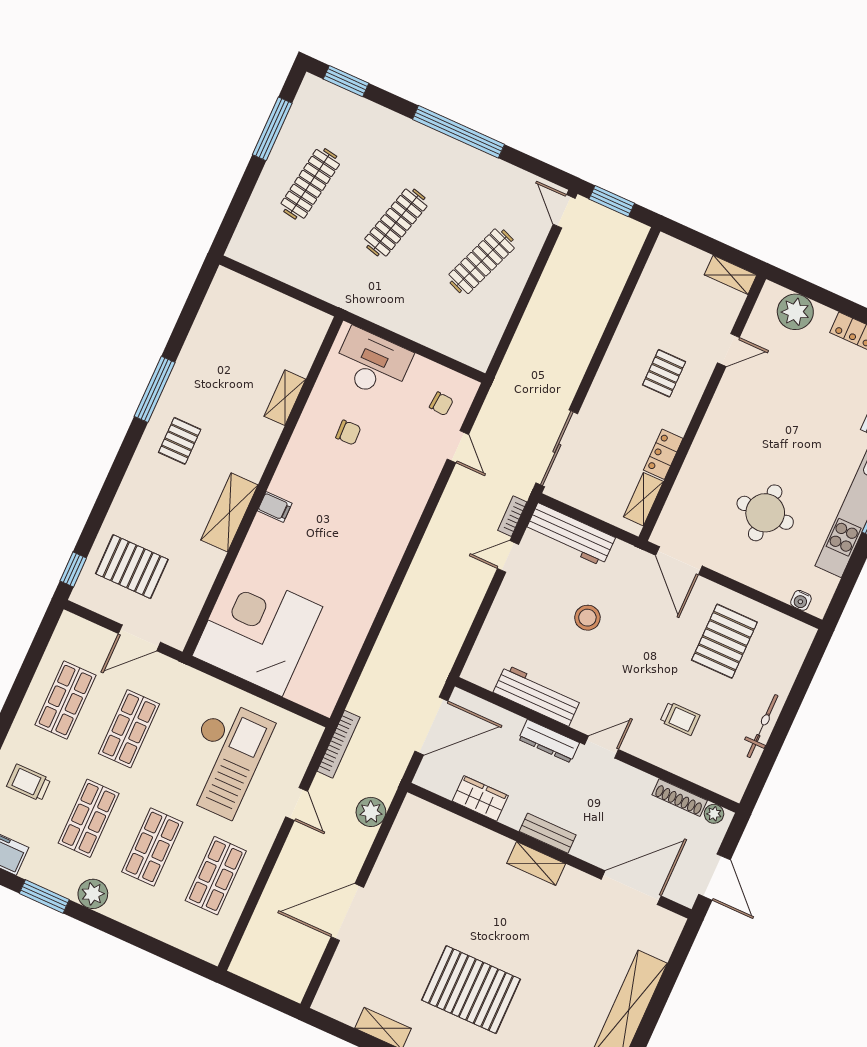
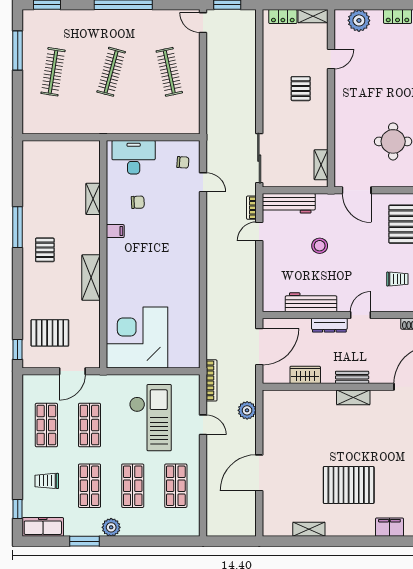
clothes rail: (482, 261) -> (169, 72), turned -33
locker: (663, 454) -> (283, 17), moved, turned -90
filing cabinet: (275, 507) -> (115, 231), moved

